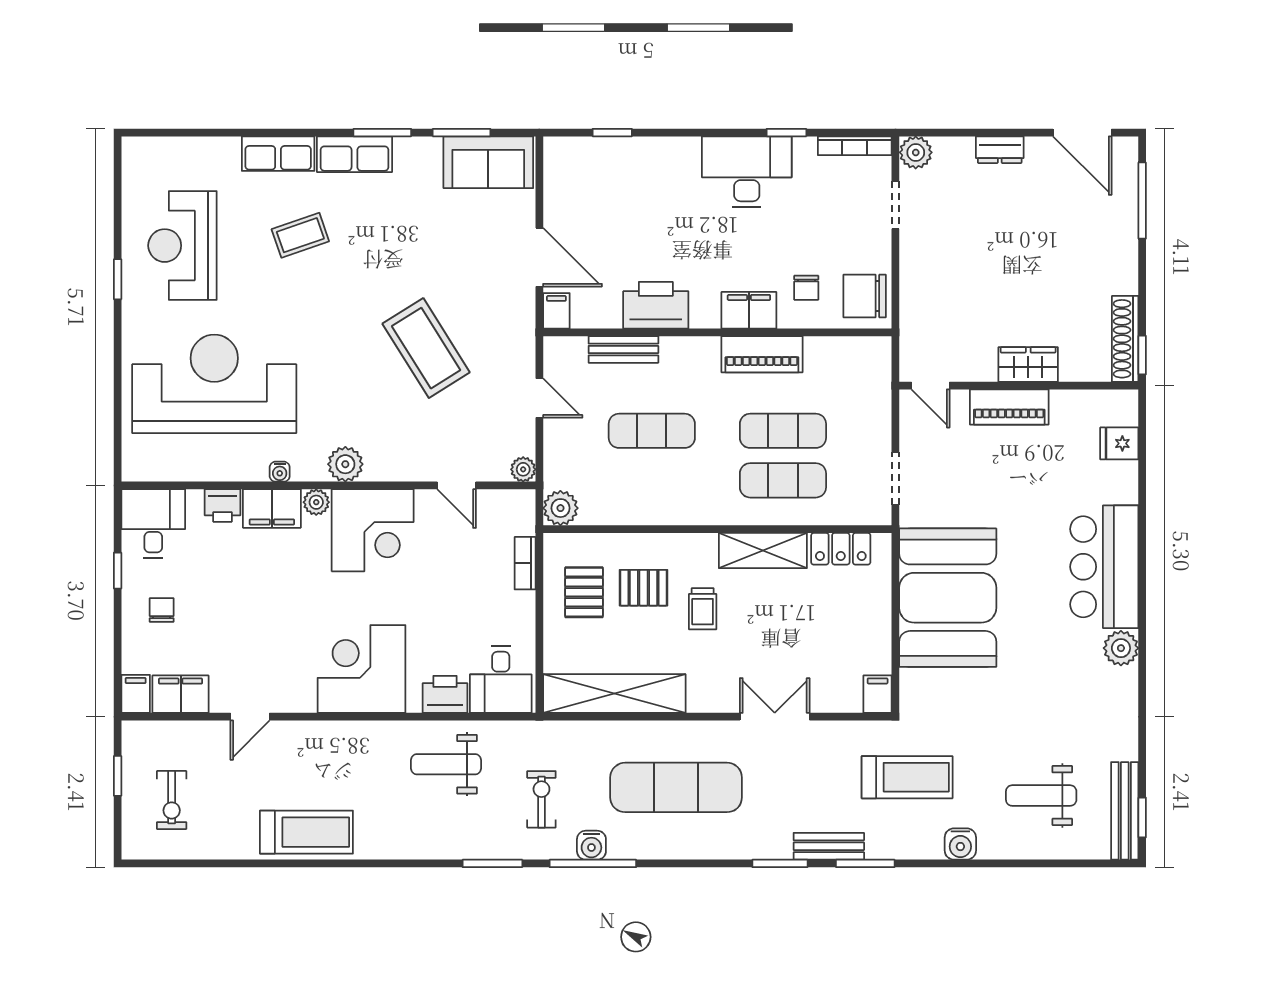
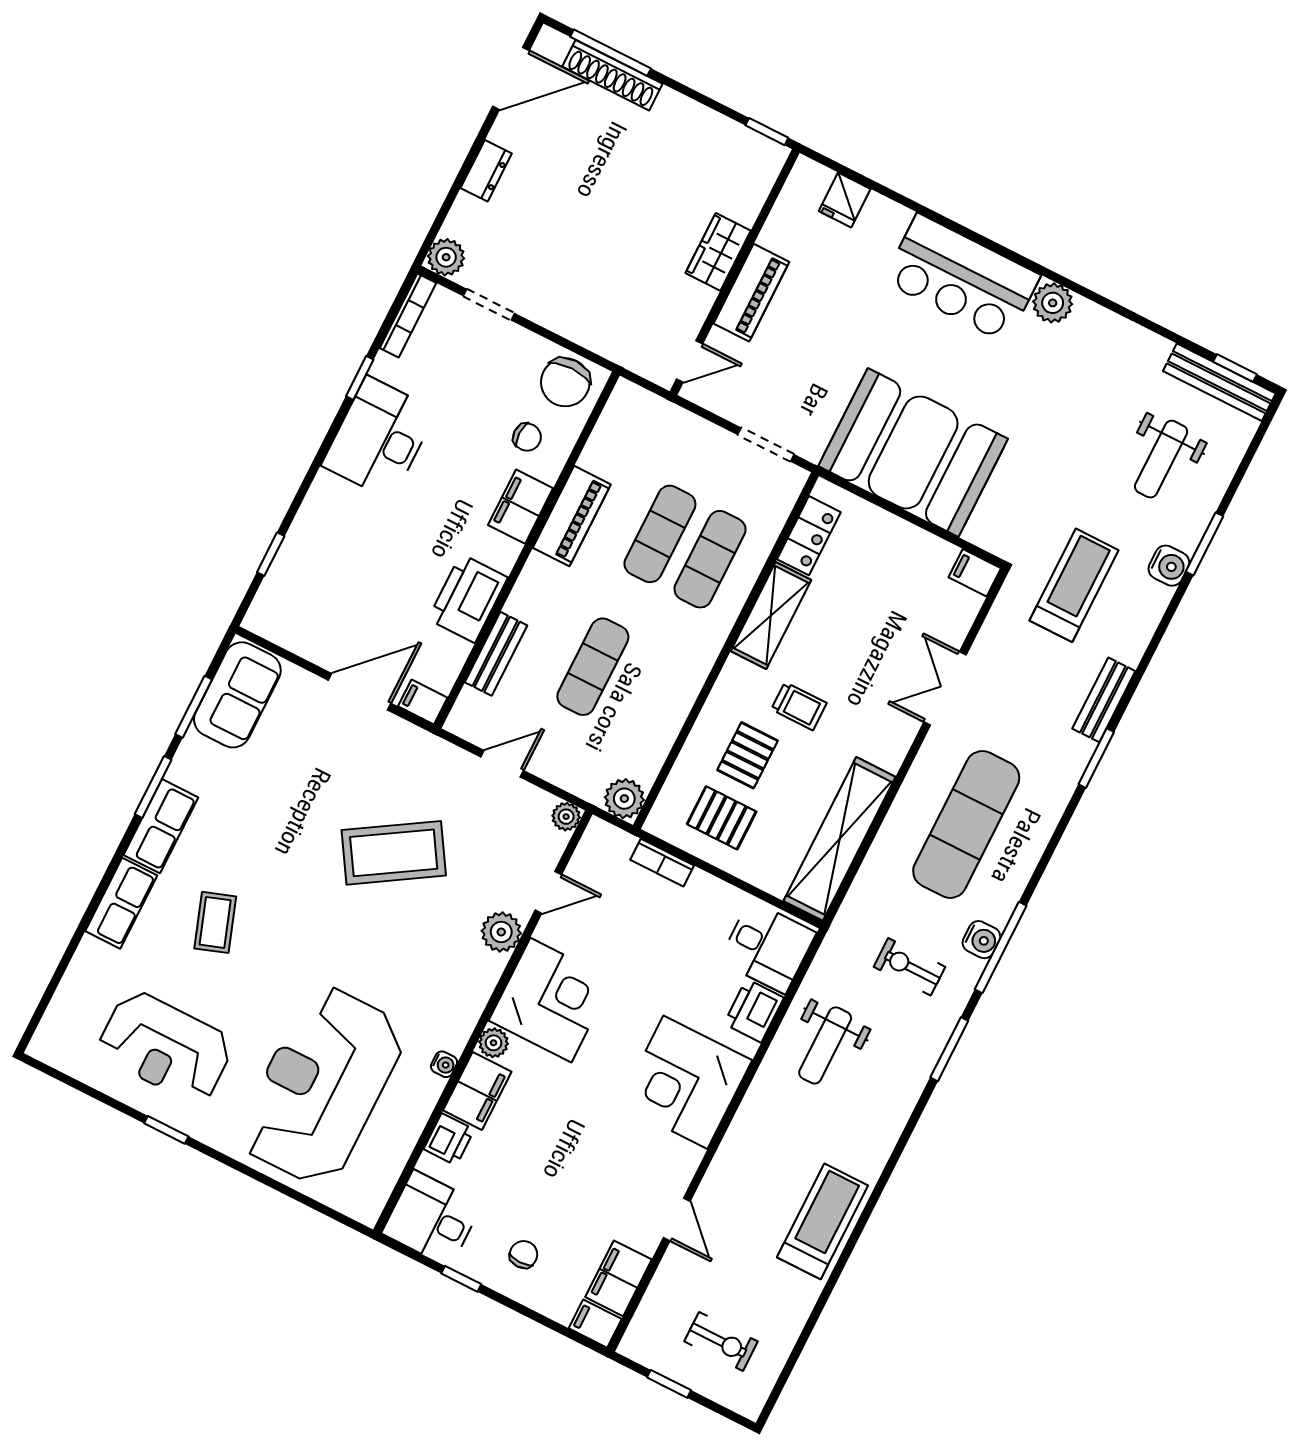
shoe rack: (1125, 339) -> (612, 75), moved
plant: (345, 464) -> (501, 932), moved
chair: (162, 610) -> (524, 1254), turned 90
window: (865, 863) -> (1204, 544), moved

